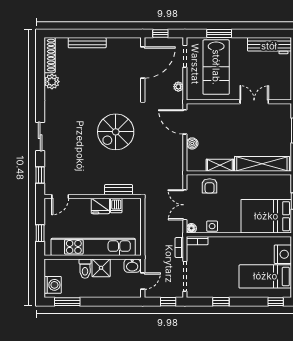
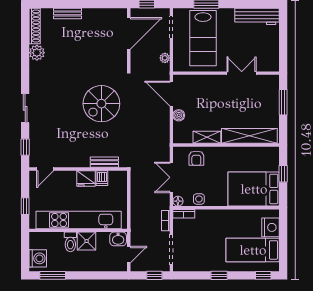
bench: (87, 43) -> (67, 13), width x0.73
window: (221, 302) -> (219, 275), moved

